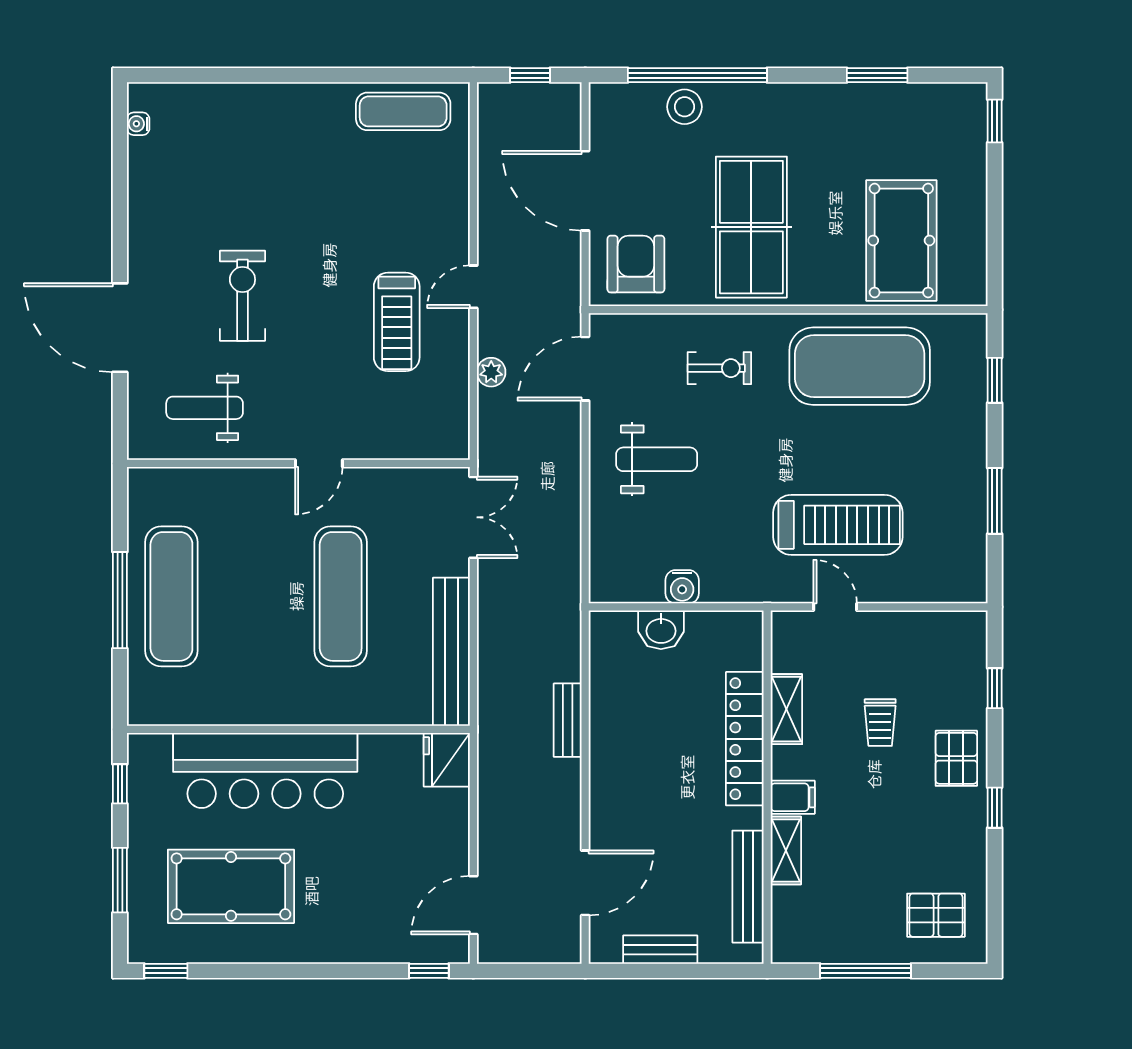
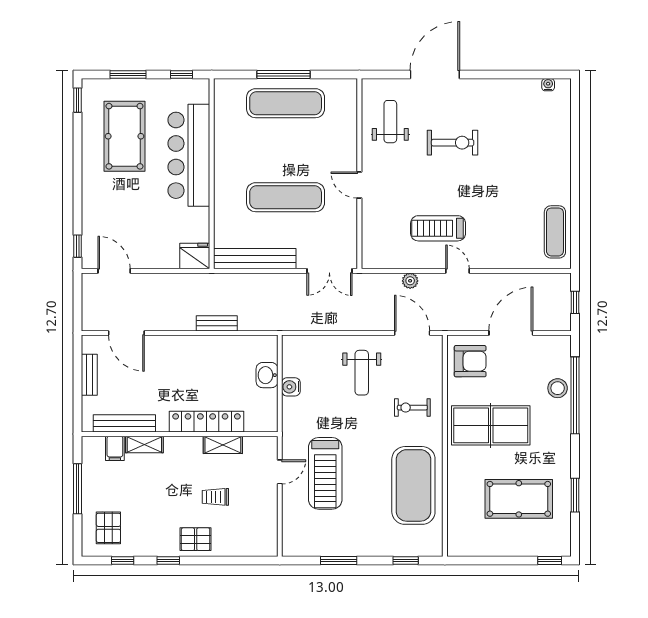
pool table: (901, 240) -> (519, 499), moved
exercise bike: (719, 368) -> (412, 408), turned 90
window: (995, 688) -> (123, 560), moved
filing cabinet: (793, 797) -> (115, 448), moved

